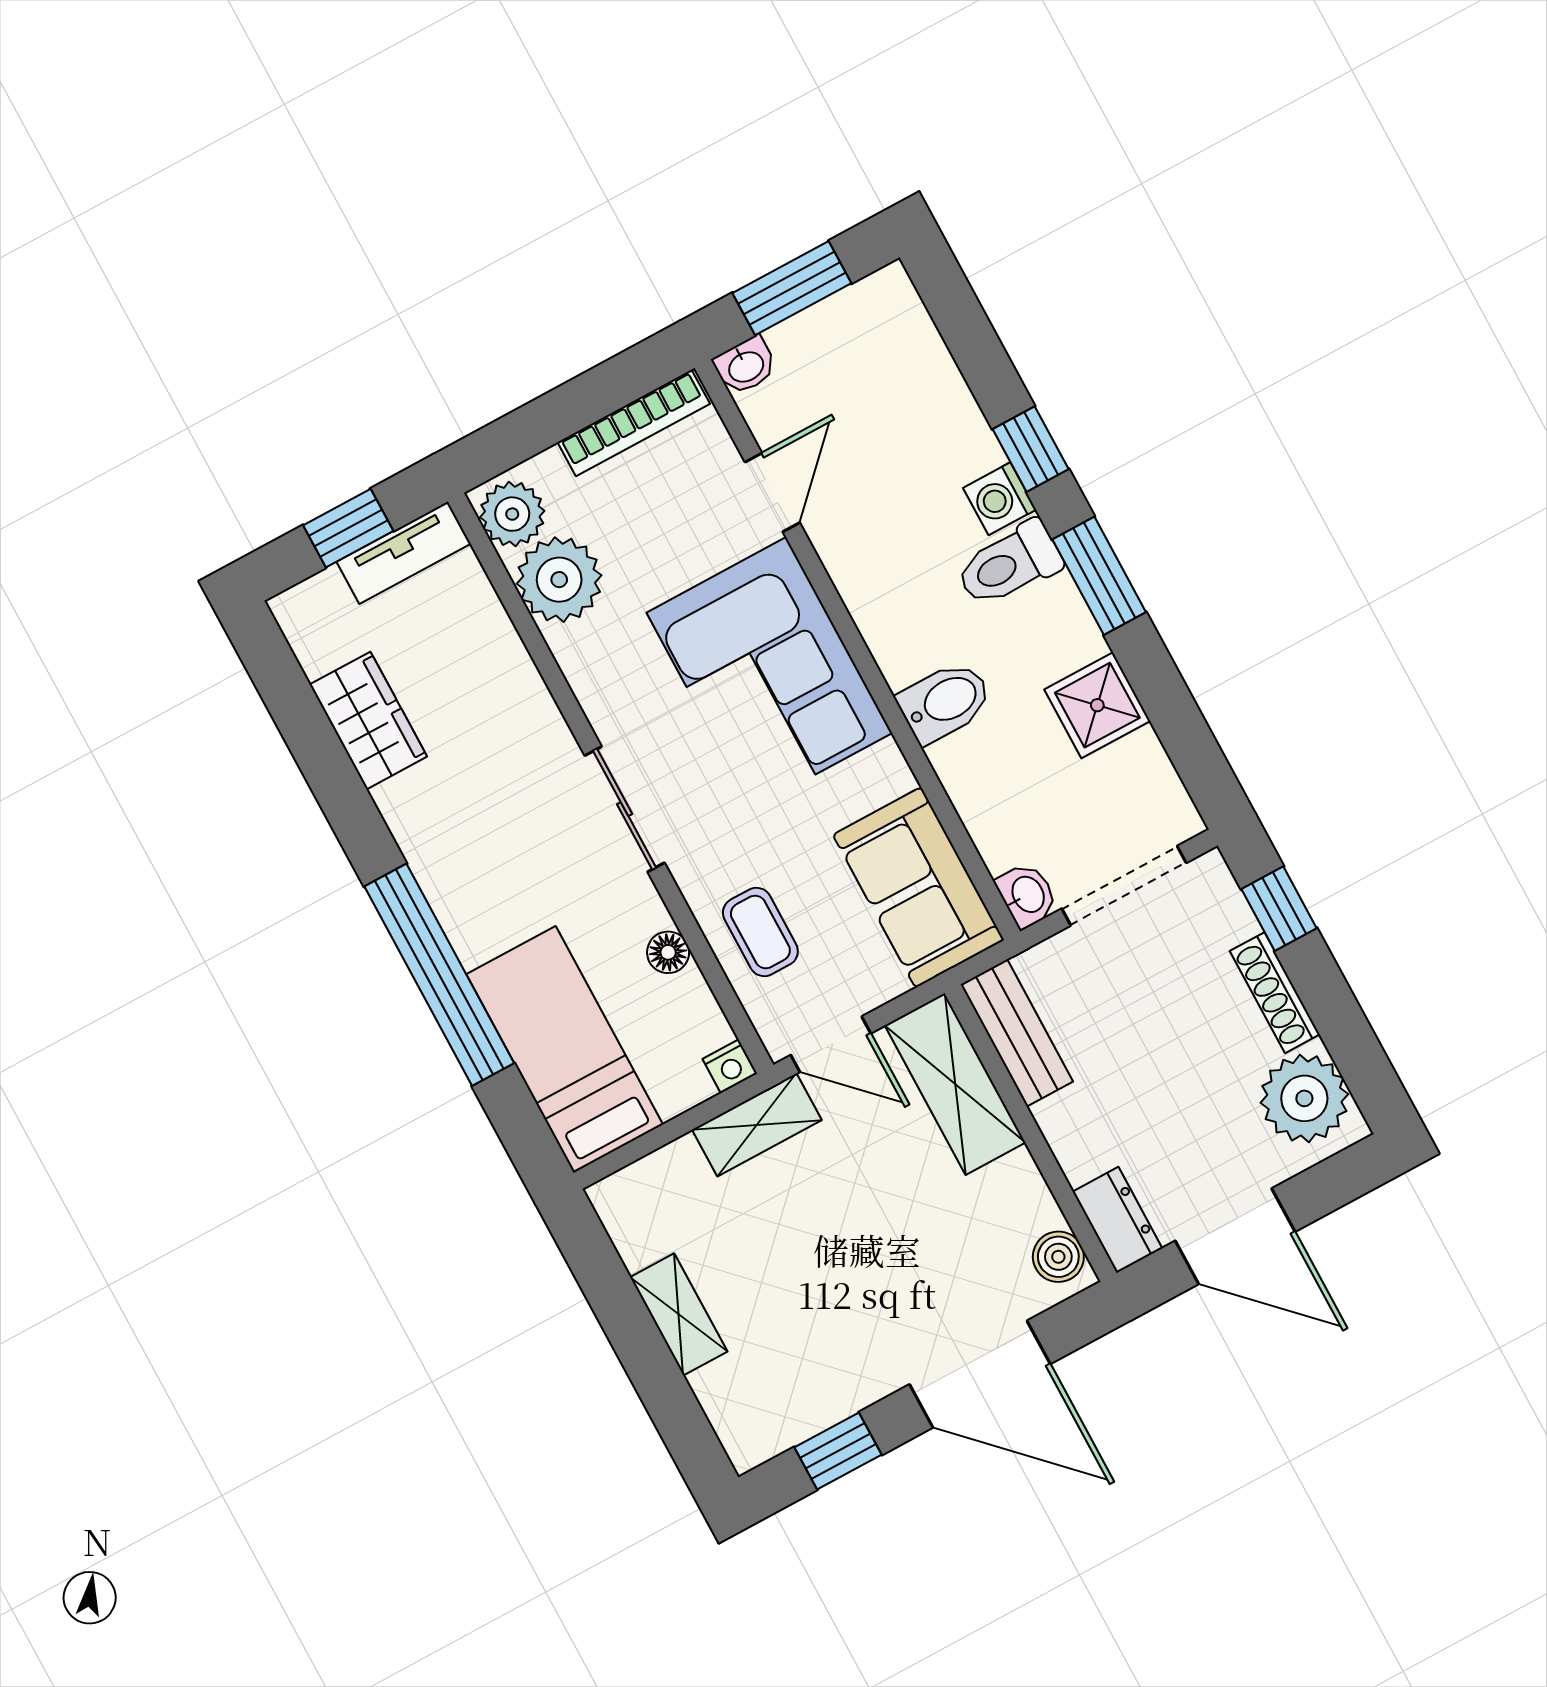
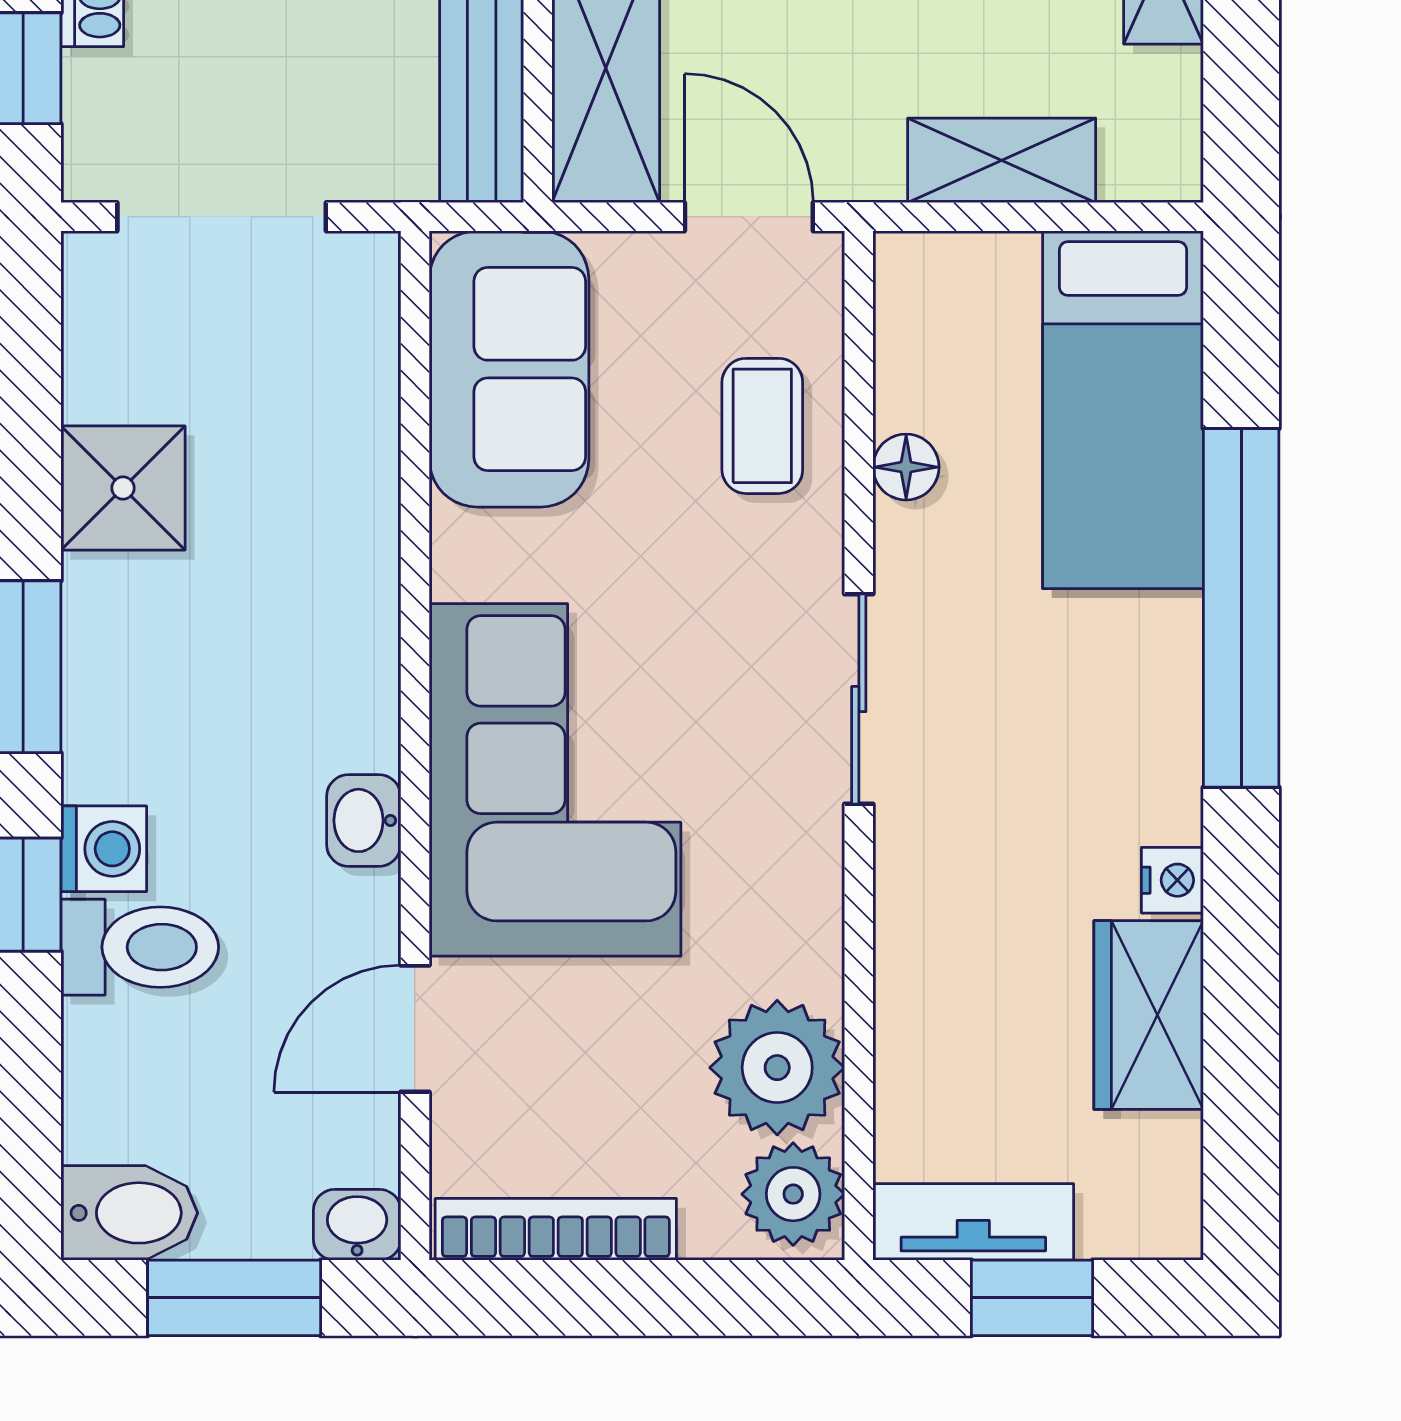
toilet: (1009, 564) -> (140, 947), moved
bidet: (945, 702) -> (129, 1213), moved, turned 180
washbasin: (1027, 895) -> (364, 820), moved
nightstand: (730, 1066) -> (1172, 880), moved, turned 90
shelving: (757, 1125) -> (1002, 160), moved

